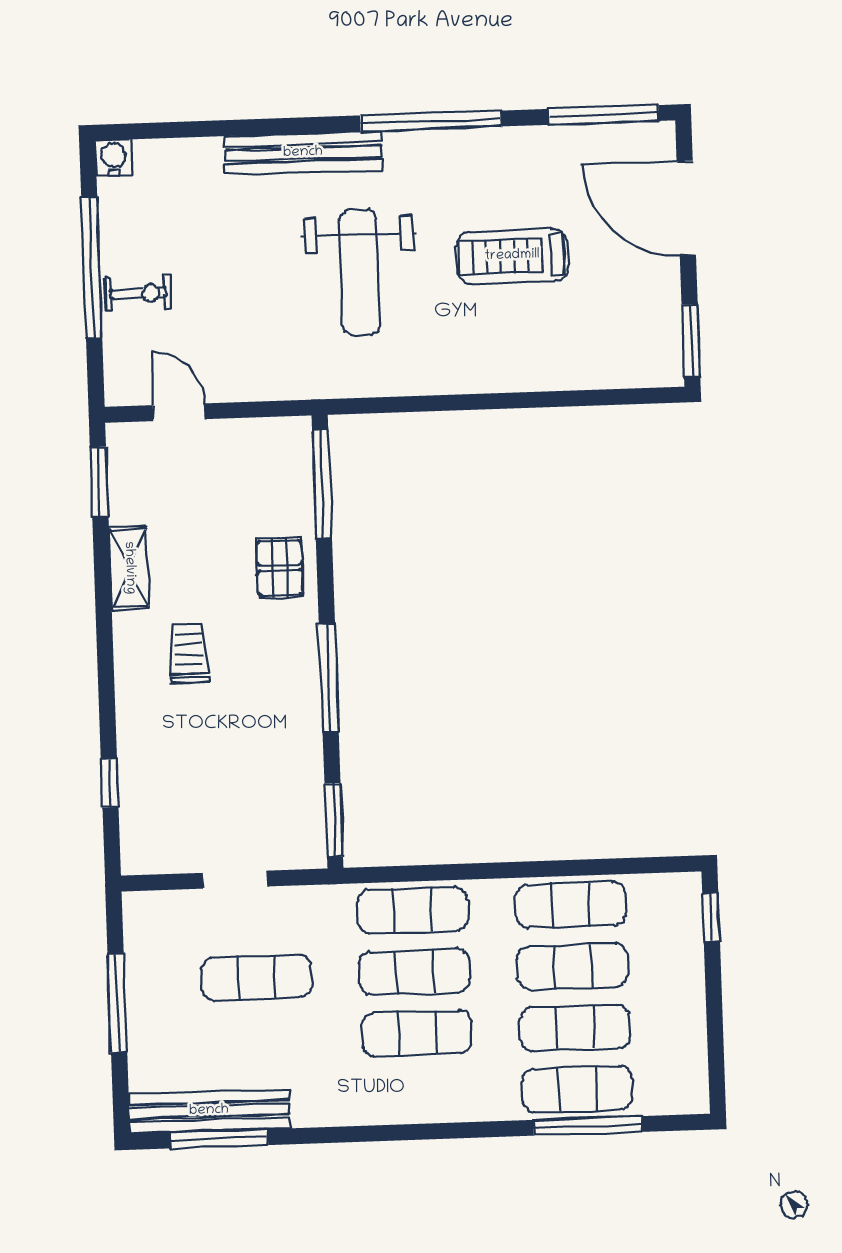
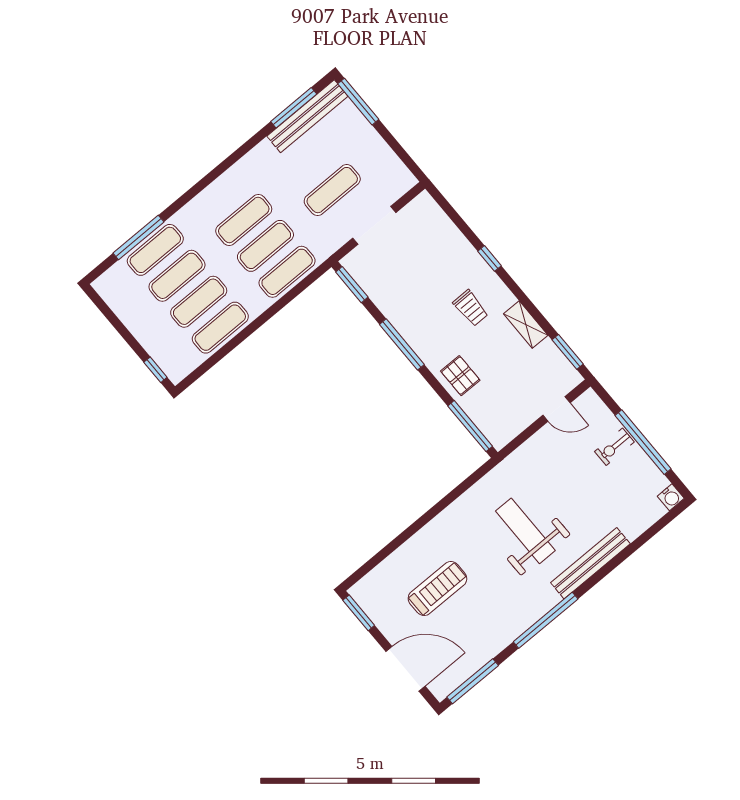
treadmill: (512, 256) -> (437, 589), moved
window: (110, 783) -> (489, 258), moved
doorway: (235, 880) -> (374, 225), width x1.38
window: (117, 1003) -> (358, 102), moved

